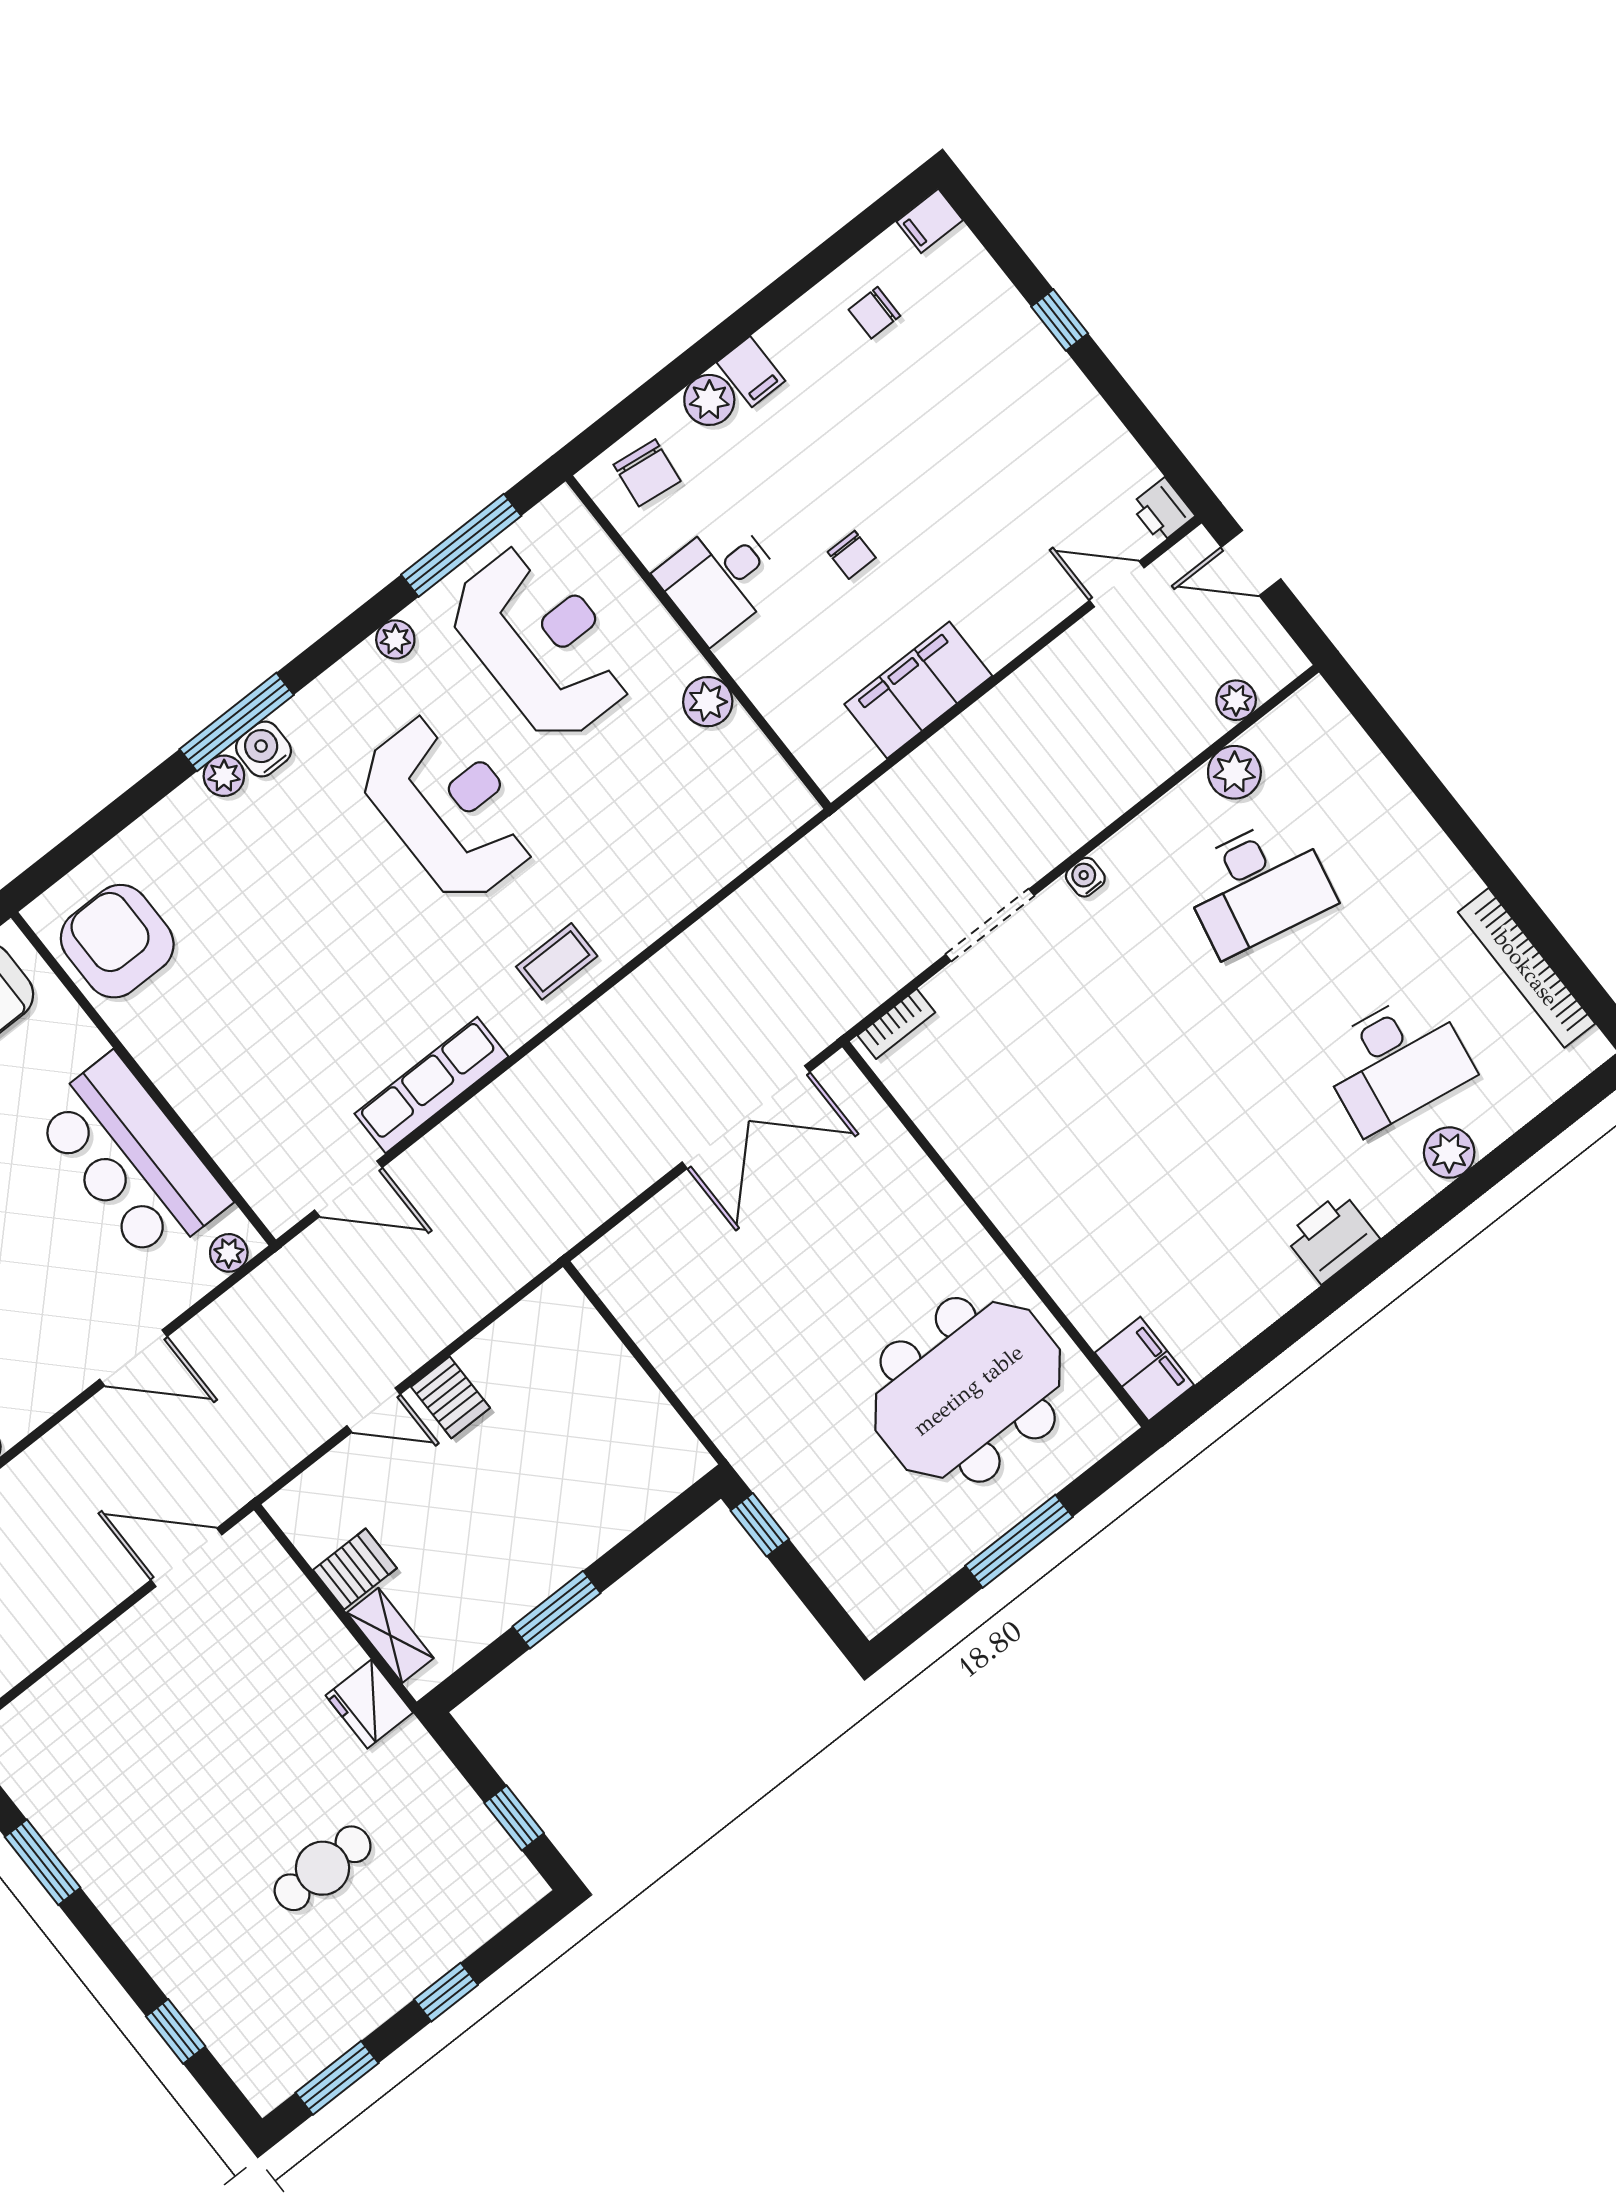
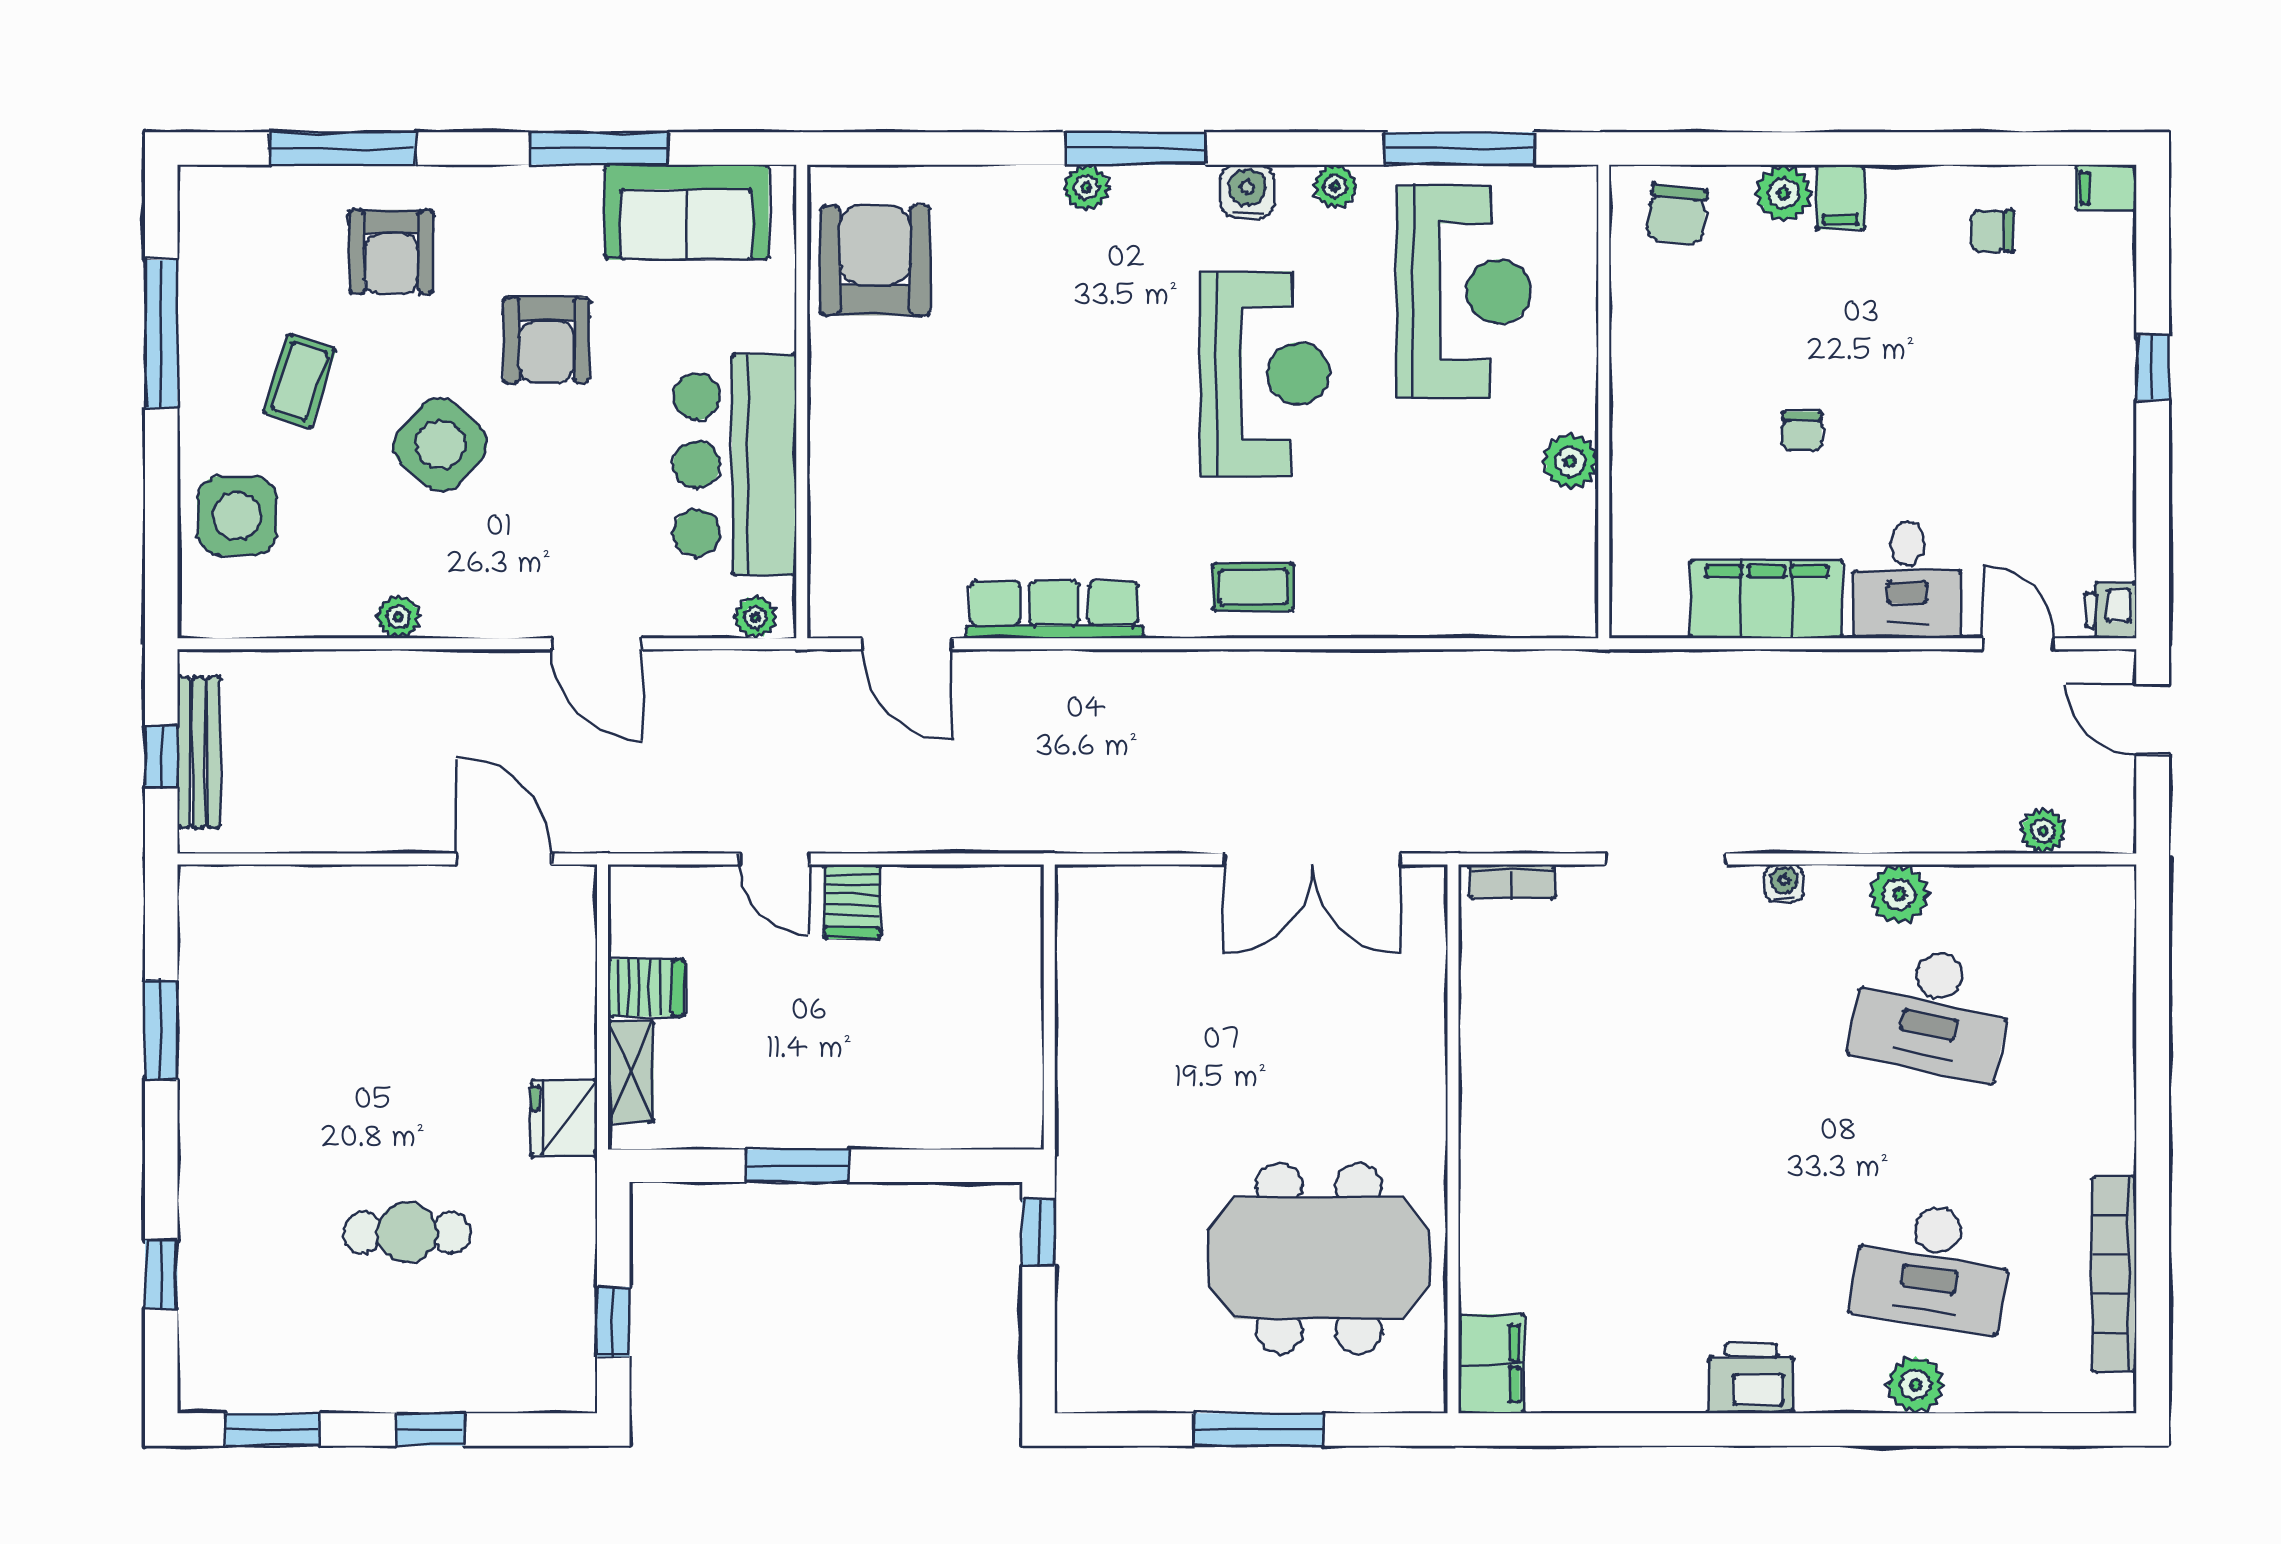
desk: (720, 579) -> (1907, 580), moved, turned -90
water cooler: (263, 749) -> (1247, 191), moved
plant: (1234, 772) -> (1899, 894), moved

